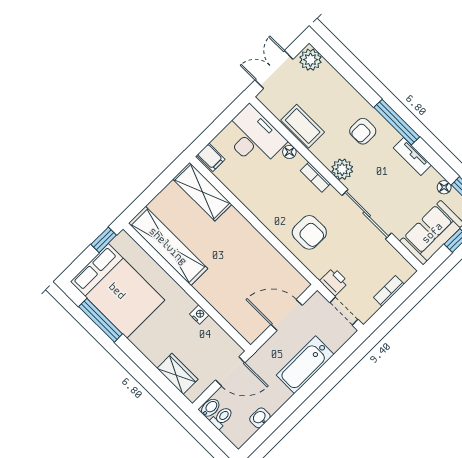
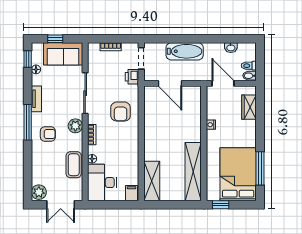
armchair: (309, 232) -> (121, 112), turned 180

